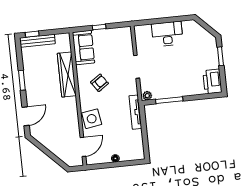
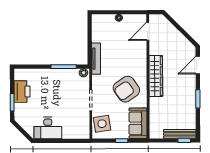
desk: (167, 34) -> (48, 128), moved
wardrobe: (67, 75) -> (156, 76), moved
printer: (212, 81) -> (22, 92), moved
armchair: (100, 83) -> (126, 89), width x1.88, depth x1.88
side table: (92, 119) -> (102, 124), moved

